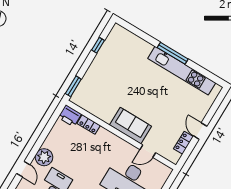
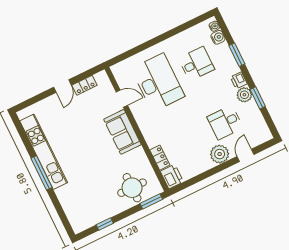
round table: (95, 87) -> (132, 188), added

